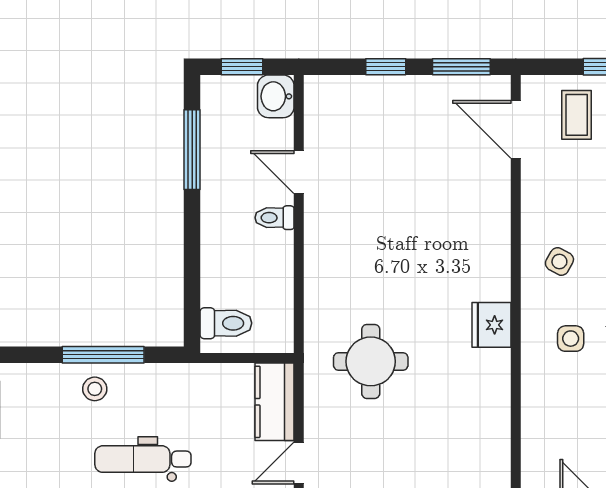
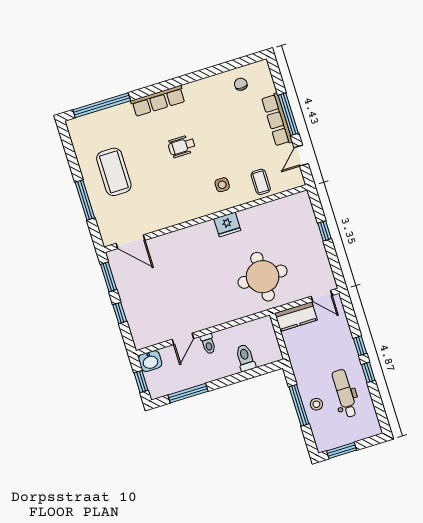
coffee table: (577, 115) -> (261, 182), moved, turned 90
door: (516, 129) -> (130, 242), hinge flipped
side table: (559, 261) -> (187, 201), removed
toilet: (226, 323) -> (245, 358), moved
round table: (371, 361) -> (263, 277), width x1.36, depth x1.36
dental chair: (143, 459) -> (345, 393), moved, turned 180

